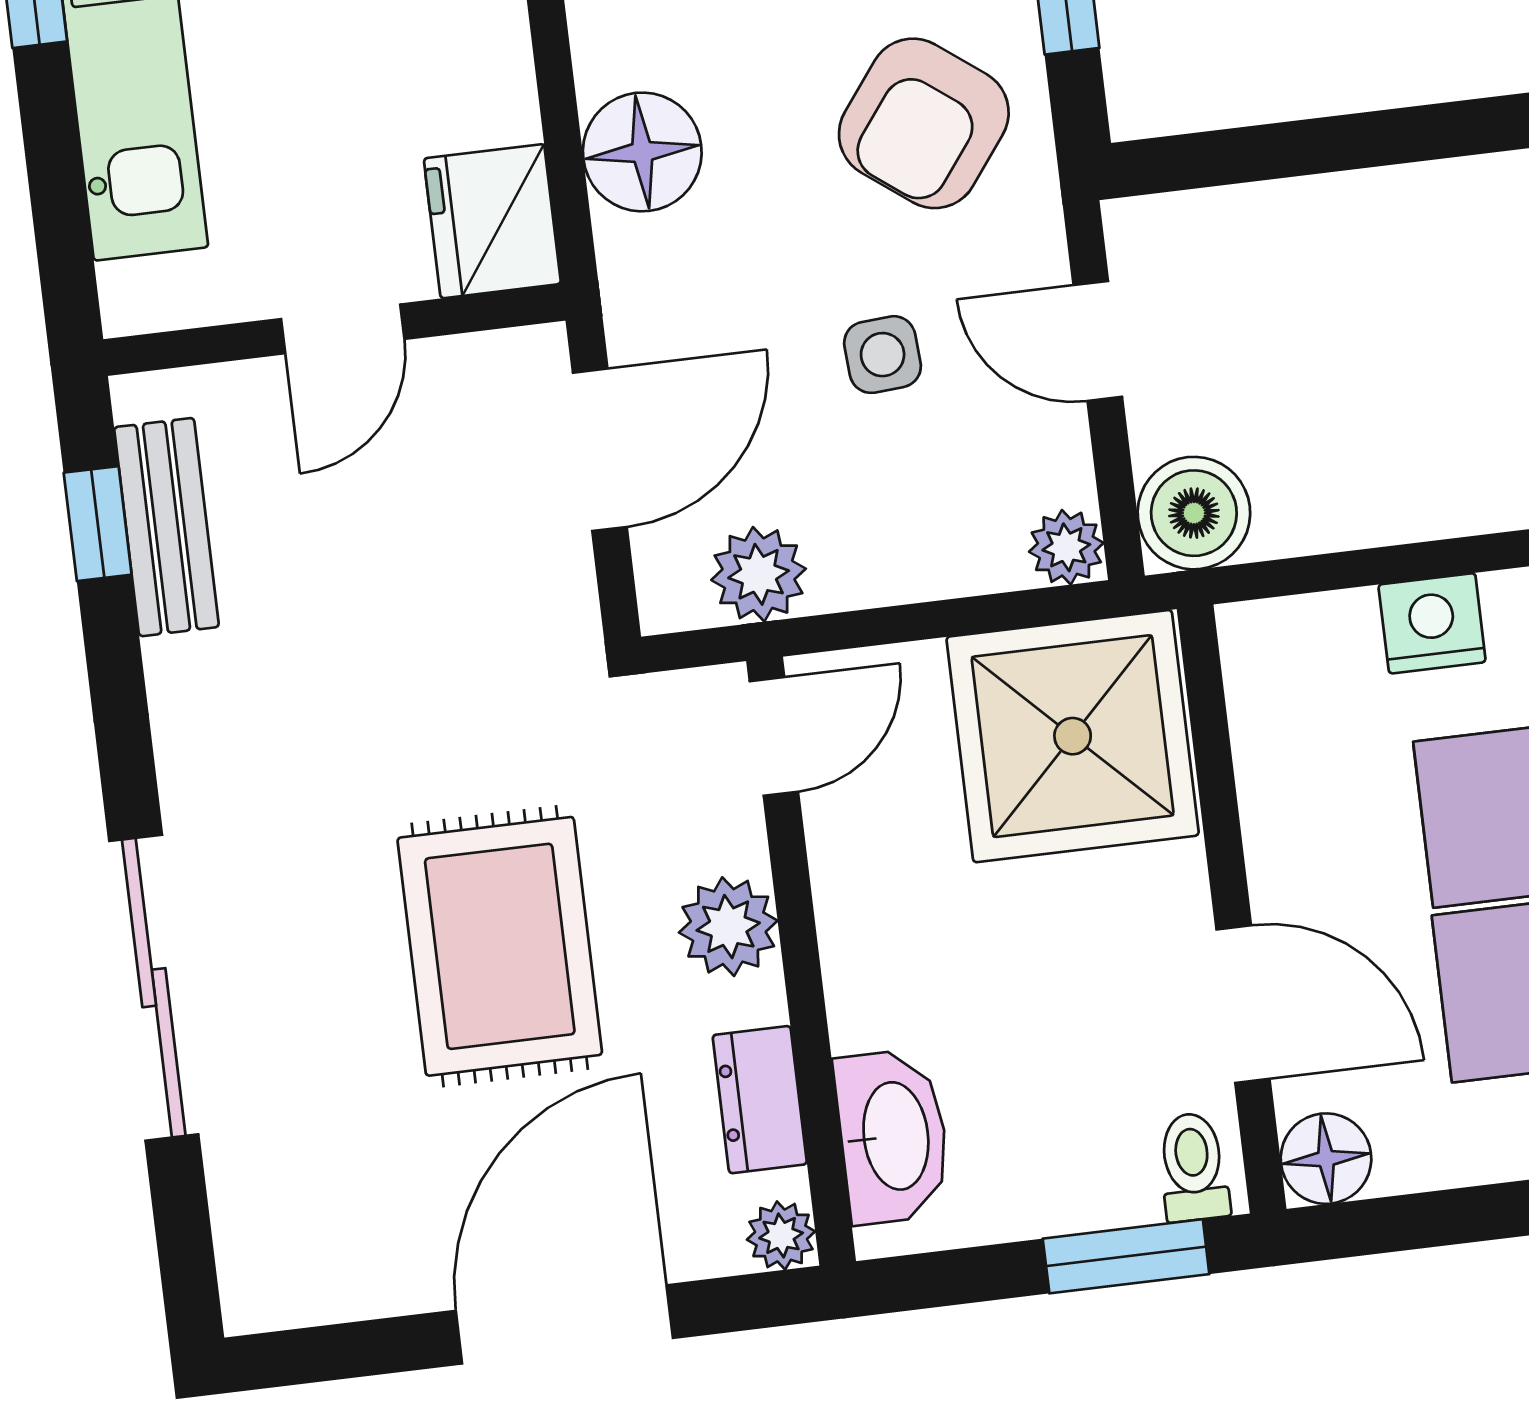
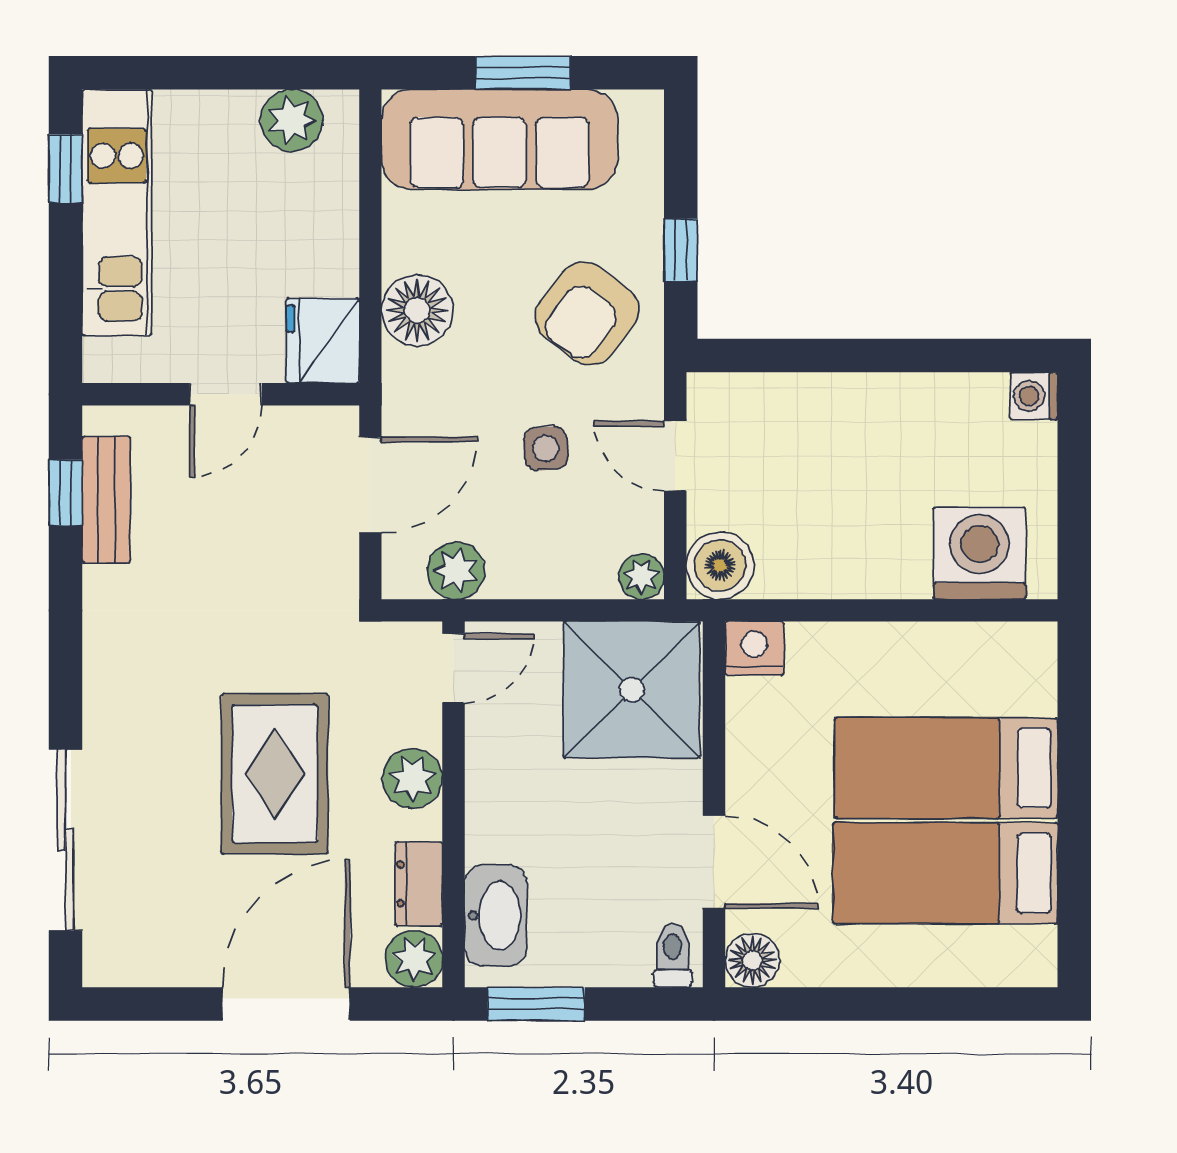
nightstand: (1432, 623) -> (754, 648), moved
sliding door: (154, 988) -> (65, 840), moved
plant: (781, 1235) -> (414, 959), width x1.38, depth x1.38
window: (1126, 1256) -> (536, 1004), moved

